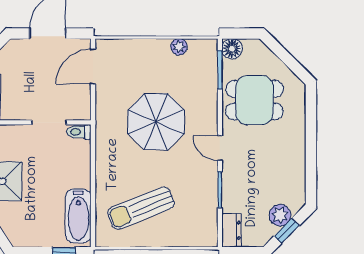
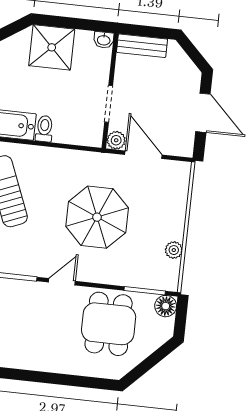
door: (93, 66) -> (143, 155), moved
plant: (82, 112) -> (116, 140), added
toilet: (79, 132) -> (44, 129), moved

